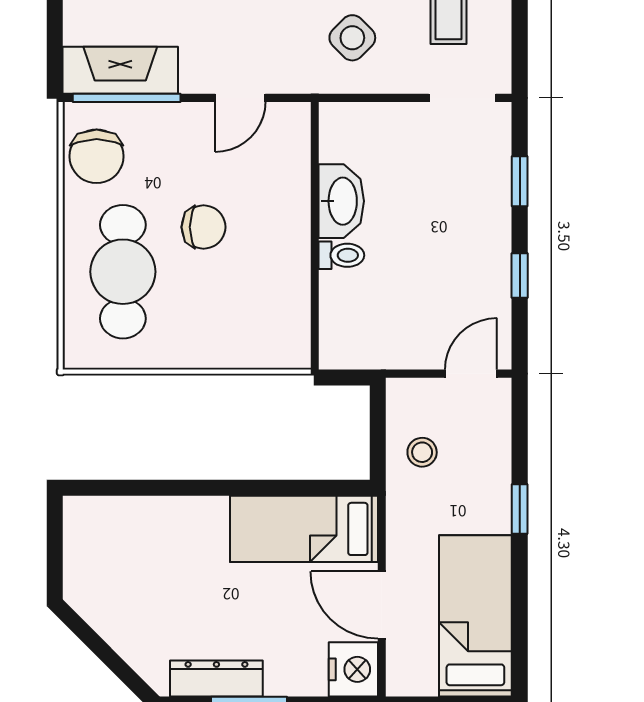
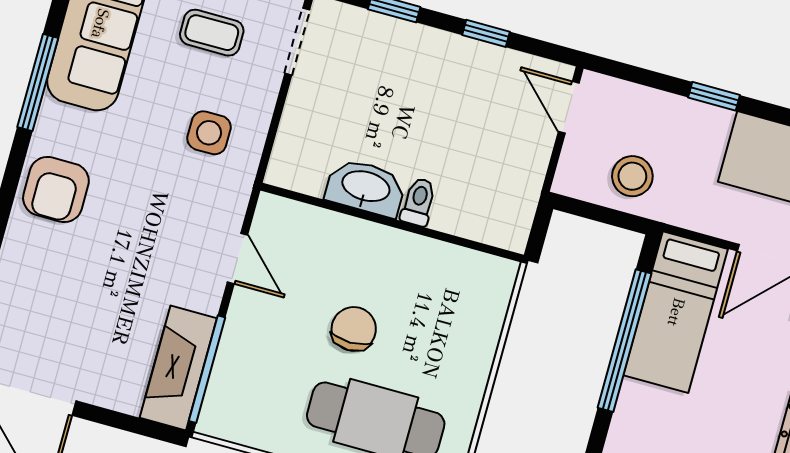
side table: (352, 38) -> (209, 133), turned 45
chair: (97, 156) -> (256, 414), removed
stool: (422, 452) -> (632, 176), width x1.37, depth x1.37
window: (263, 488) -> (624, 341), added

